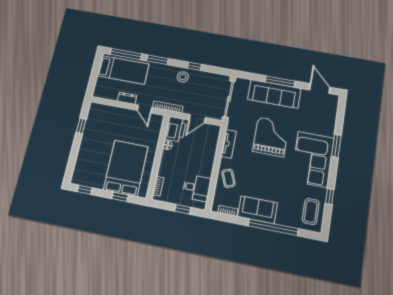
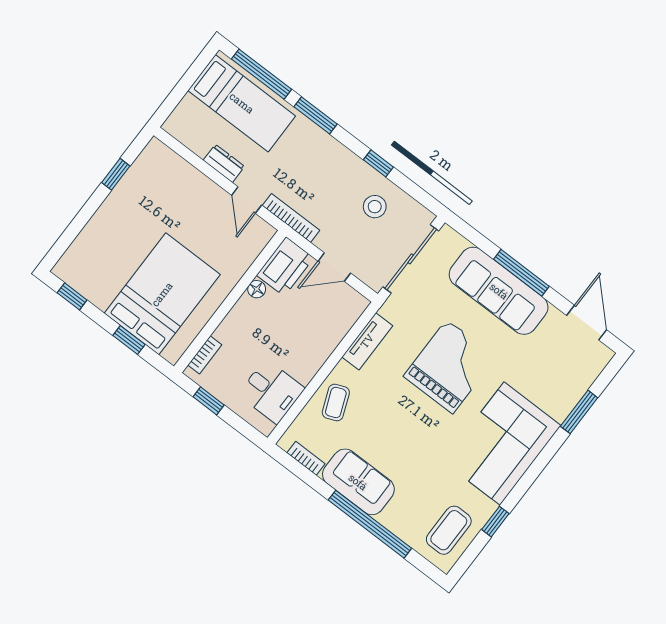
stool: (183, 77) -> (375, 207), moved
window: (336, 146) -> (579, 412), moved
window: (183, 209) -> (209, 401), moved

